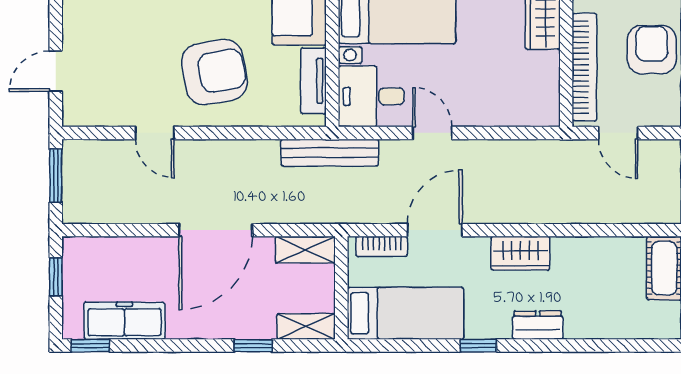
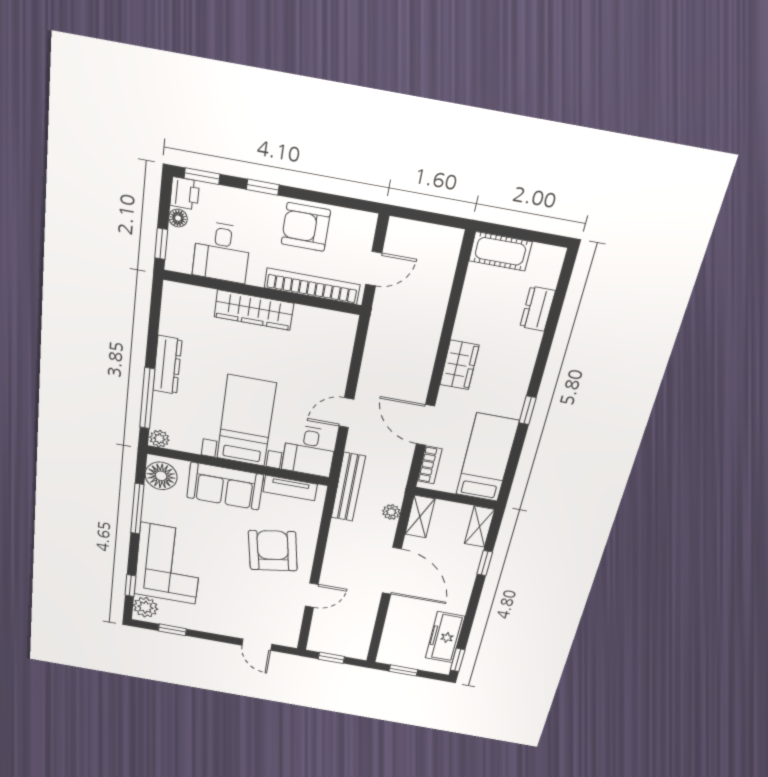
window: (56, 176) -> (331, 658), width x0.67
plant: (305, 213) -> (391, 512), added
dresser: (538, 325) -> (538, 309), moved

